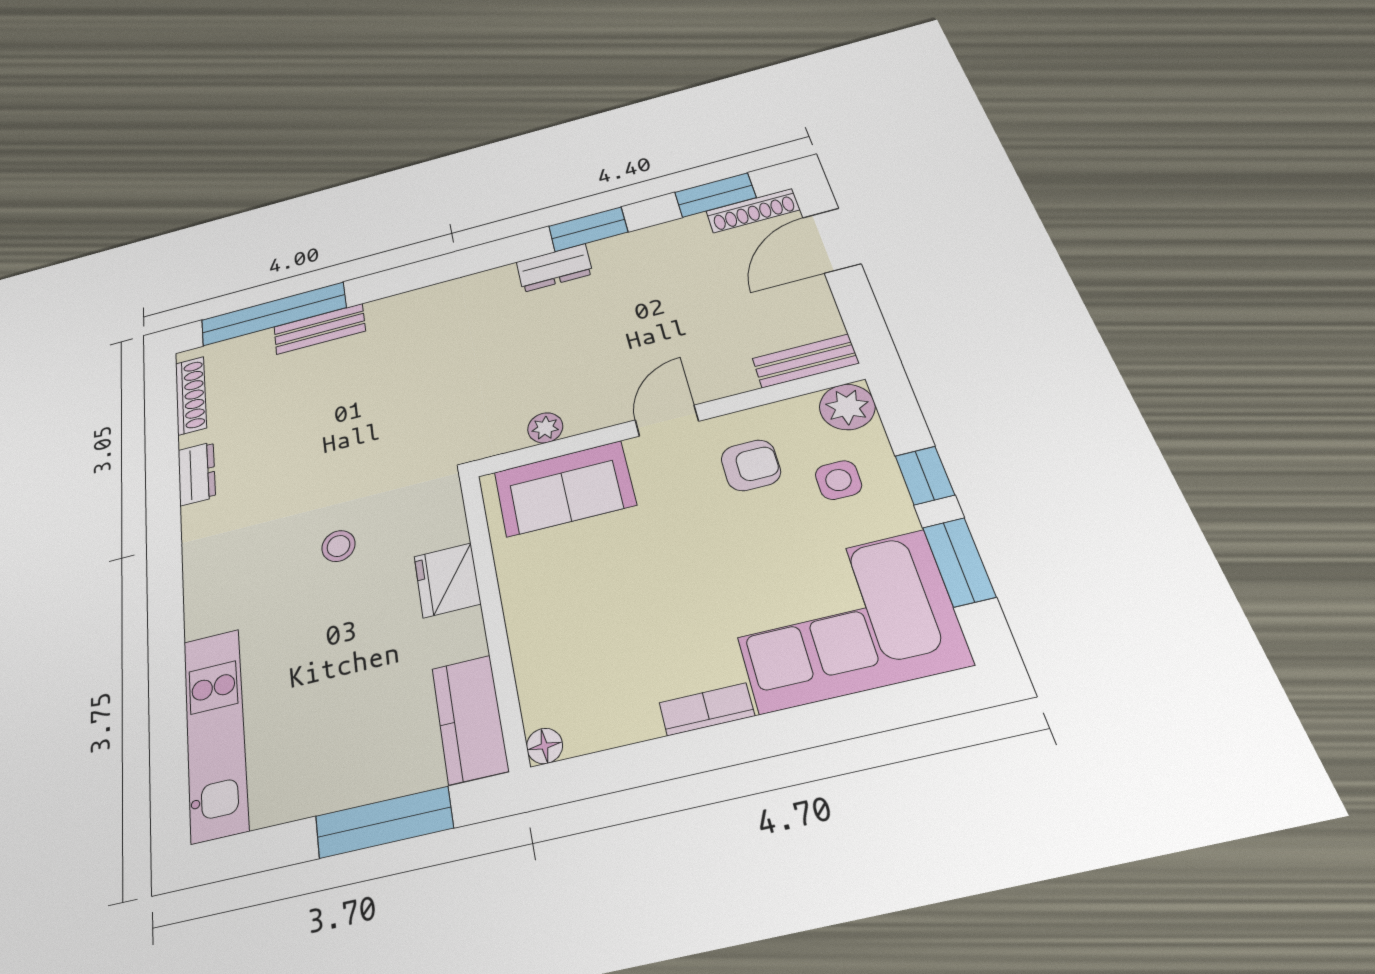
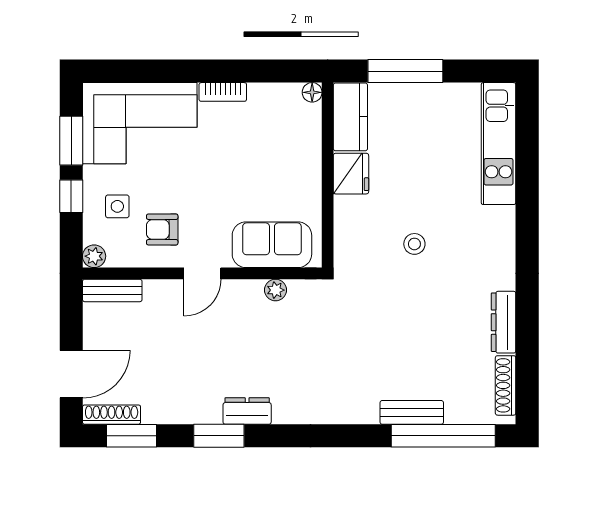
plant: (847, 407) -> (94, 256), width x0.73, depth x0.73
dresser: (197, 474) -> (504, 322), width x1.44
fridge: (447, 580) -> (351, 174), moved

